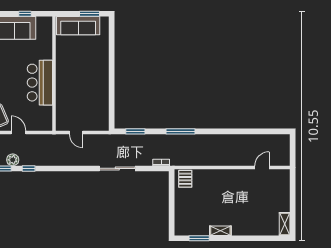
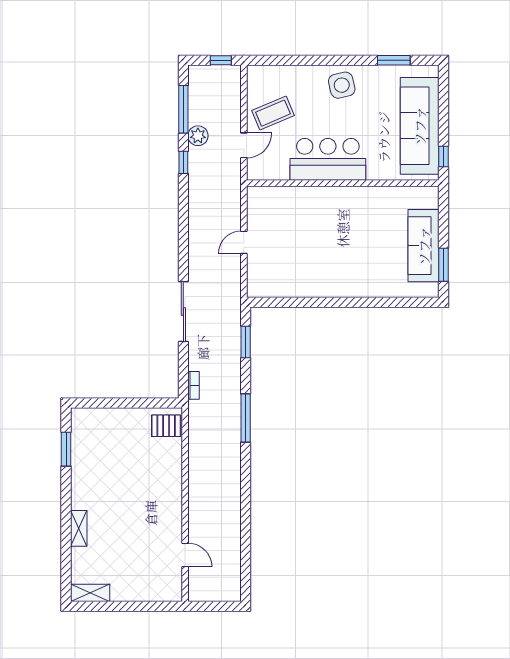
wall: (54, 74) -> (343, 183), moved
bar counter: (40, 83) -> (328, 159), moved
shelving: (220, 231) -> (79, 528), moved

